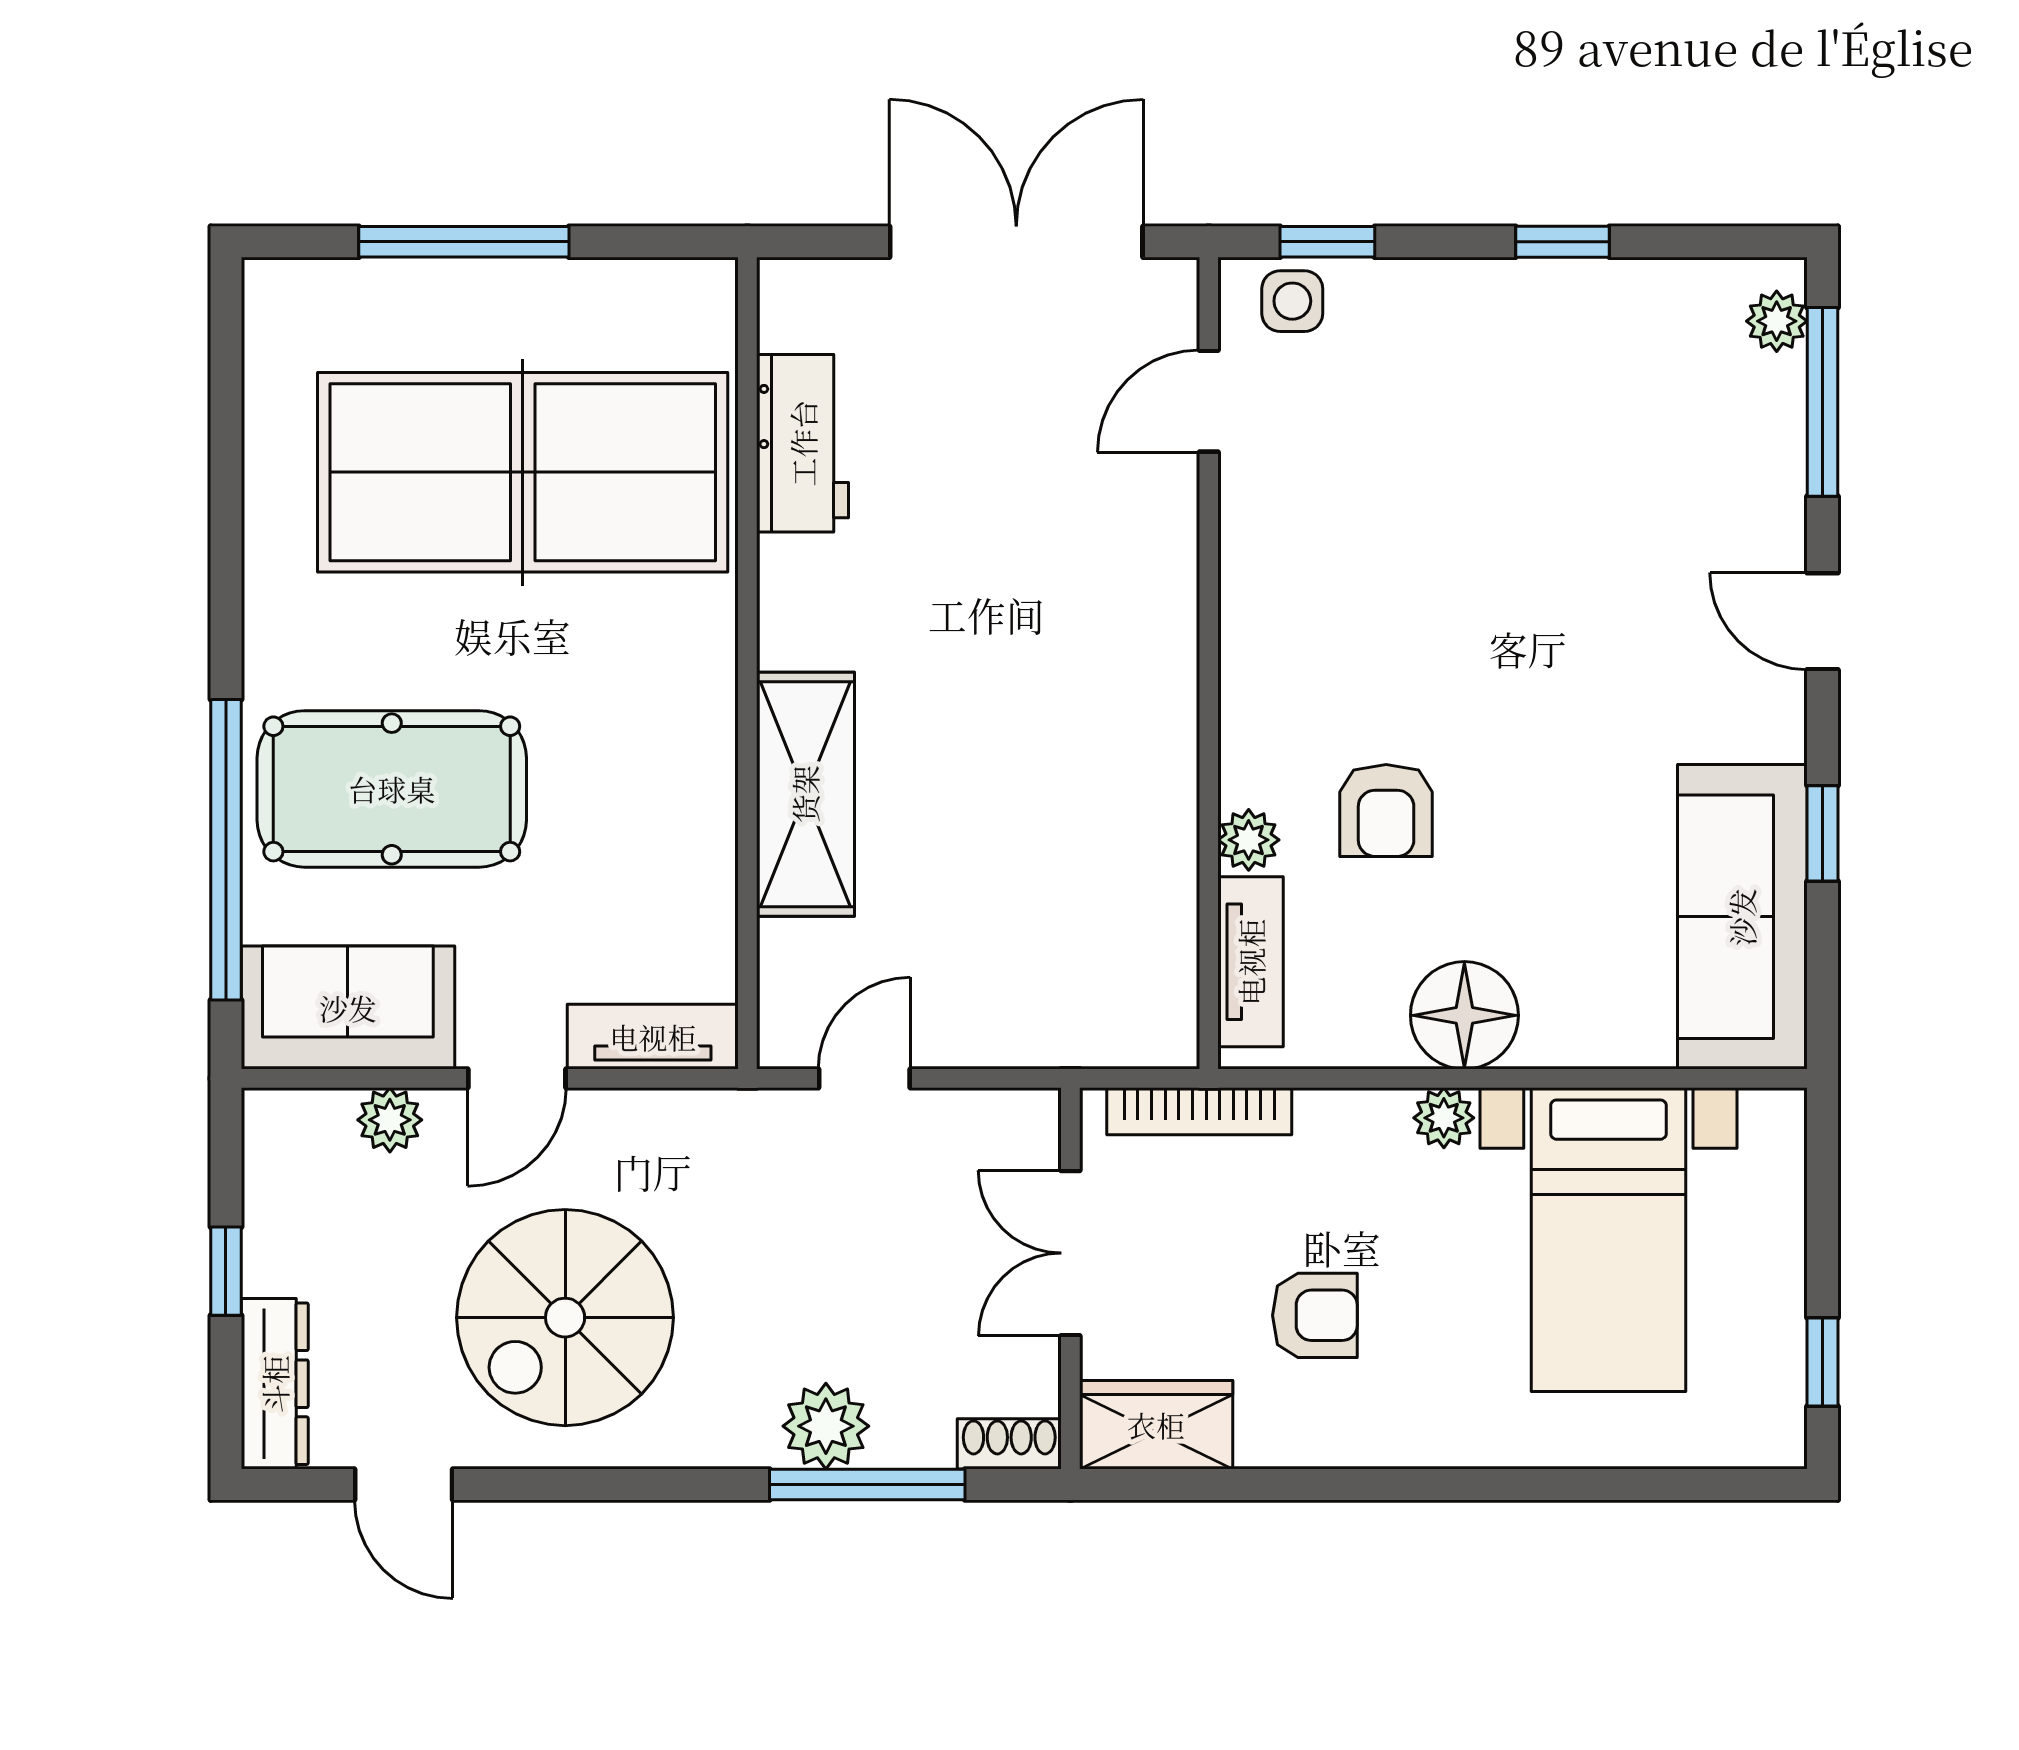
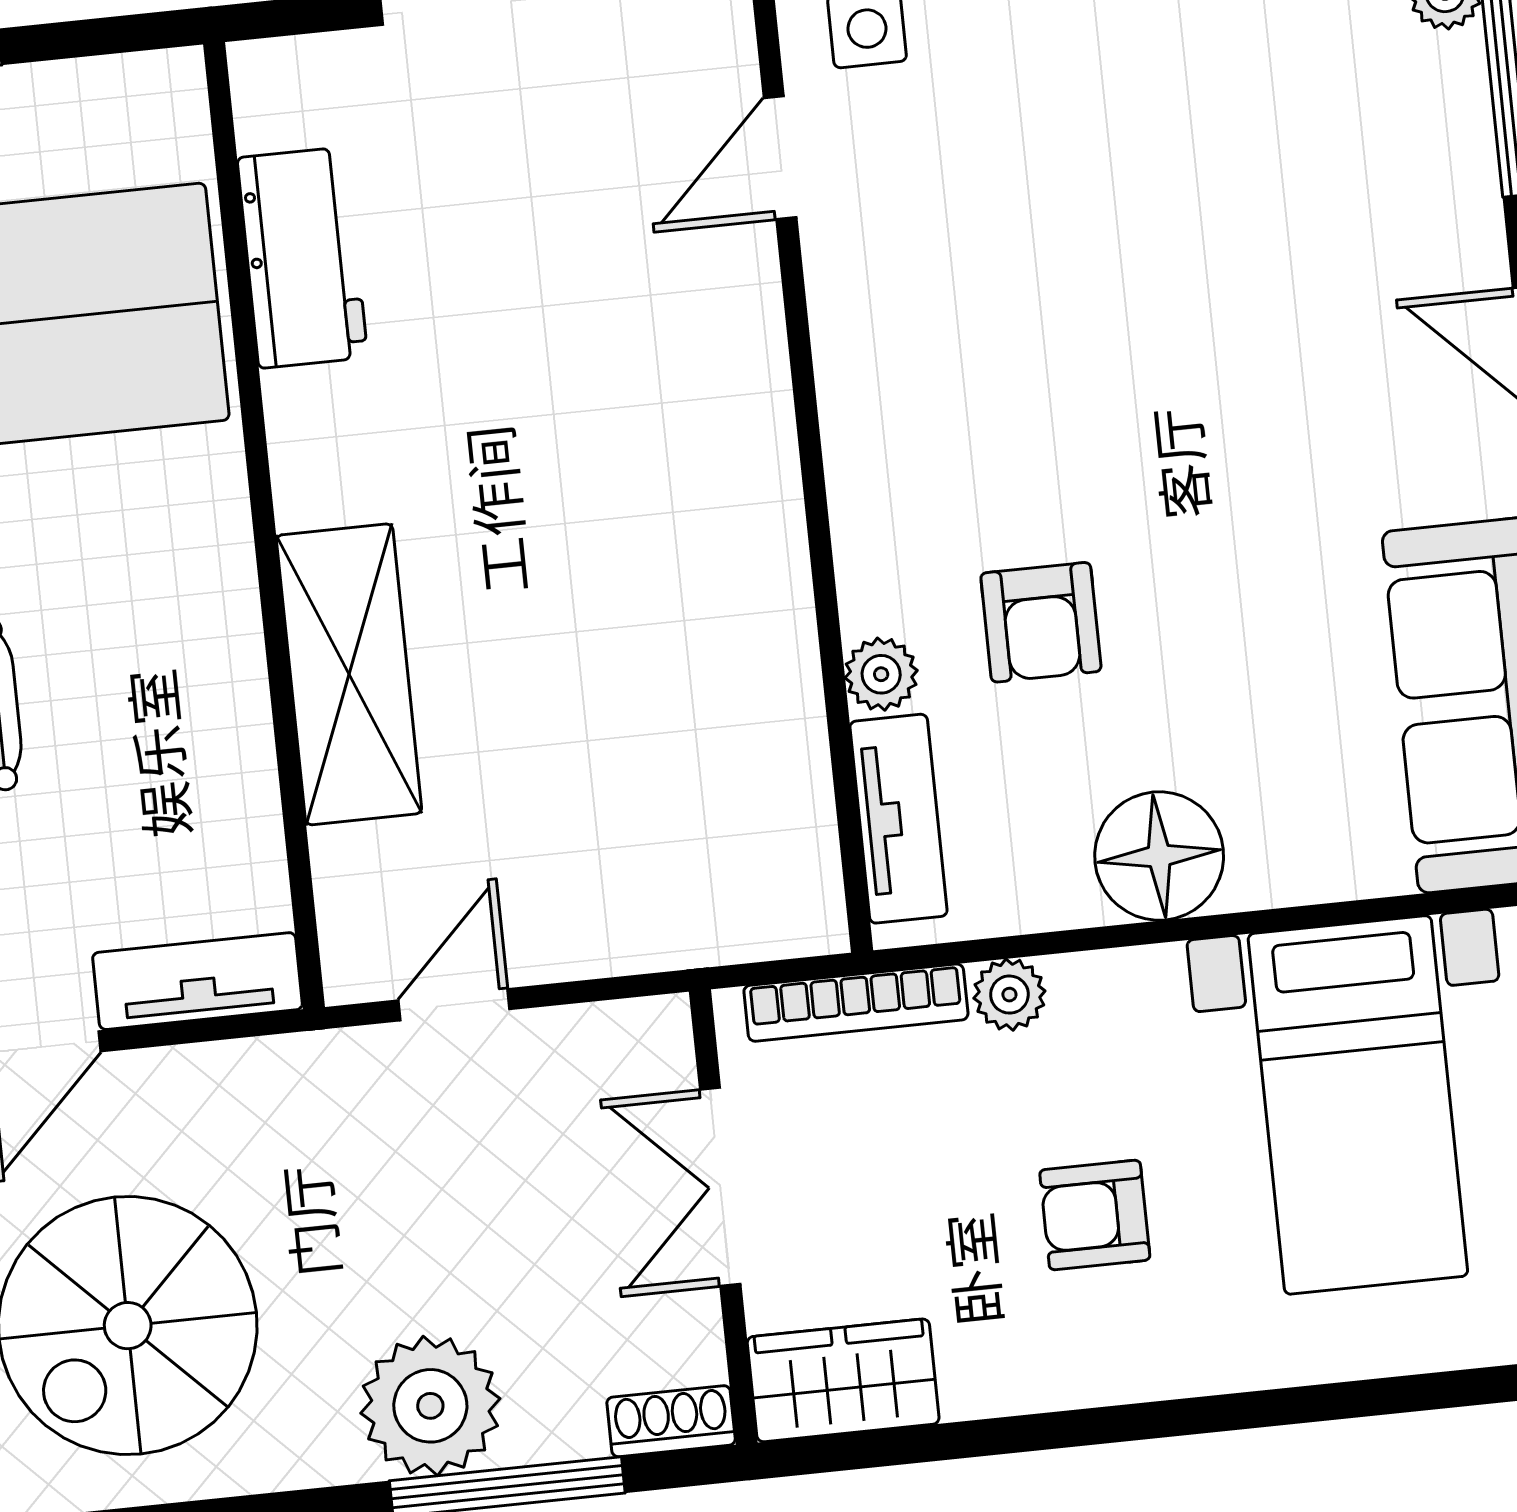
plant: (1444, 1118) -> (1009, 995), moved
armchair: (1315, 1315) -> (1095, 1215), moved, turned 180
plant: (826, 1426) -> (430, 1406), width x1.36, depth x1.36

